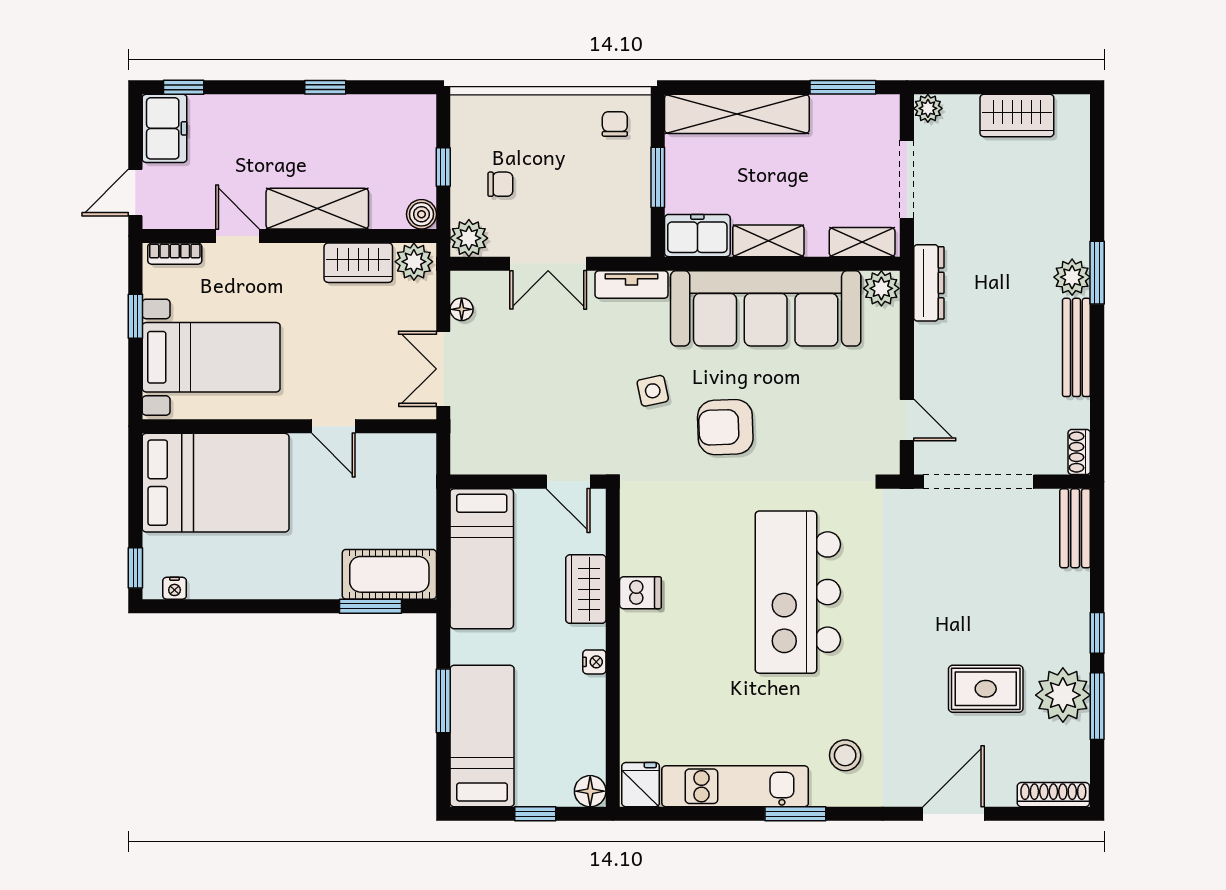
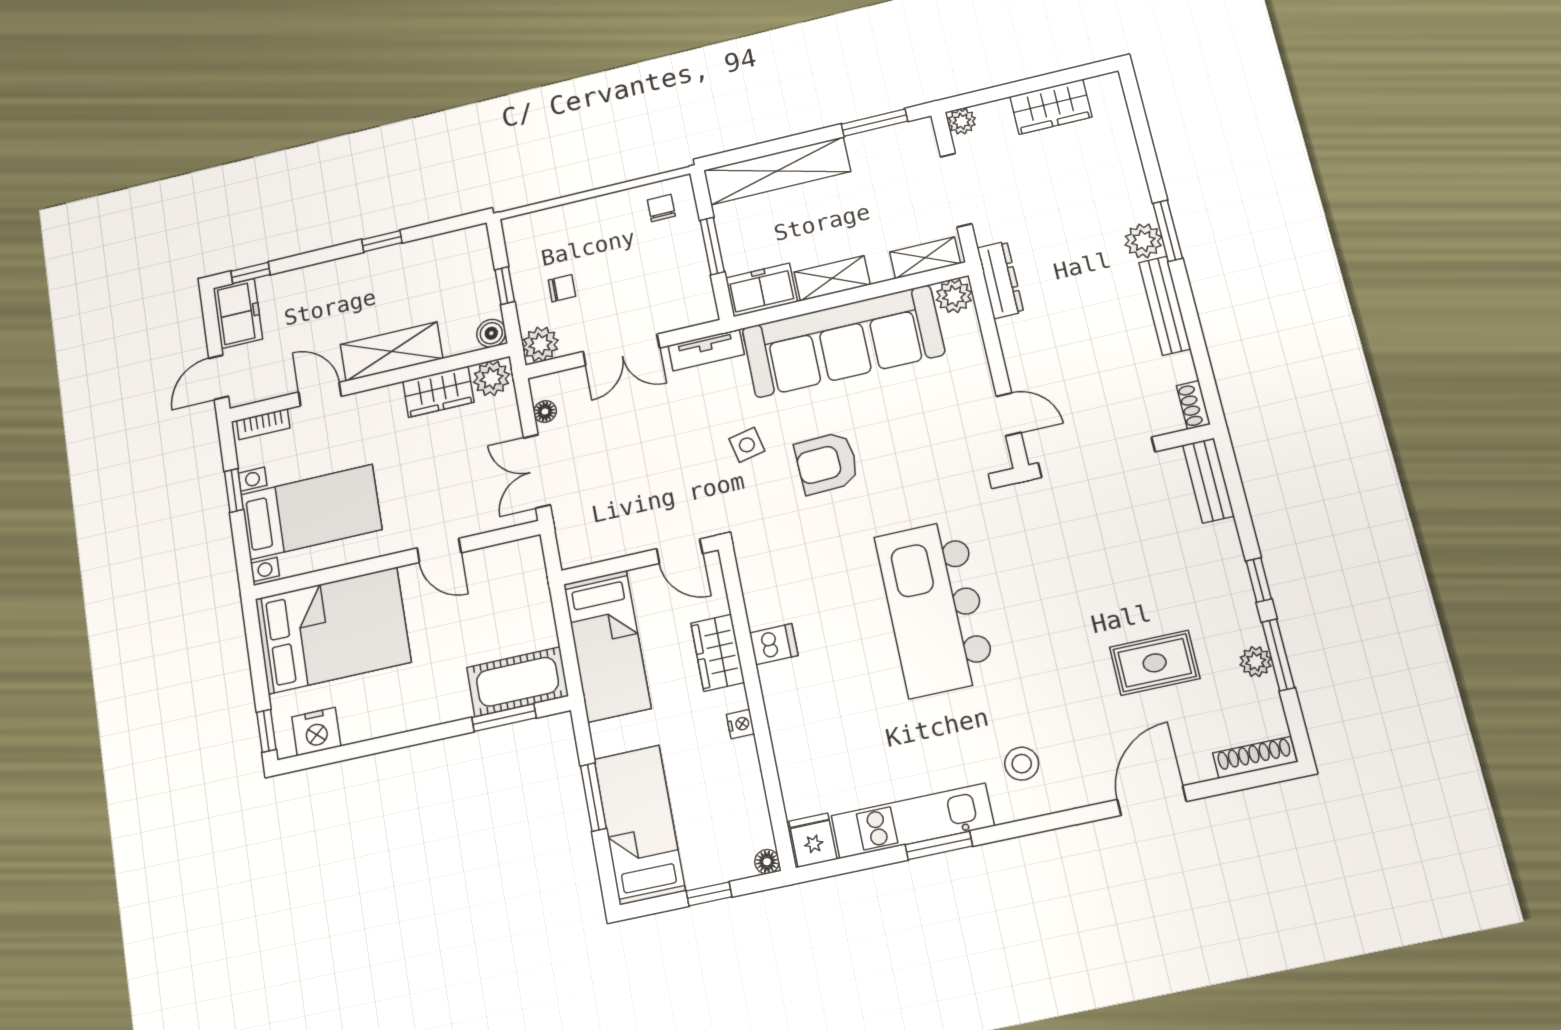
nightstand: (175, 588) -> (316, 732), width x1.89, depth x1.79
plant: (1063, 695) -> (1256, 662), width x0.53, depth x0.53
floor lamp: (590, 791) -> (767, 862), width x0.73, depth x0.73
window: (795, 814) -> (939, 845), moved

